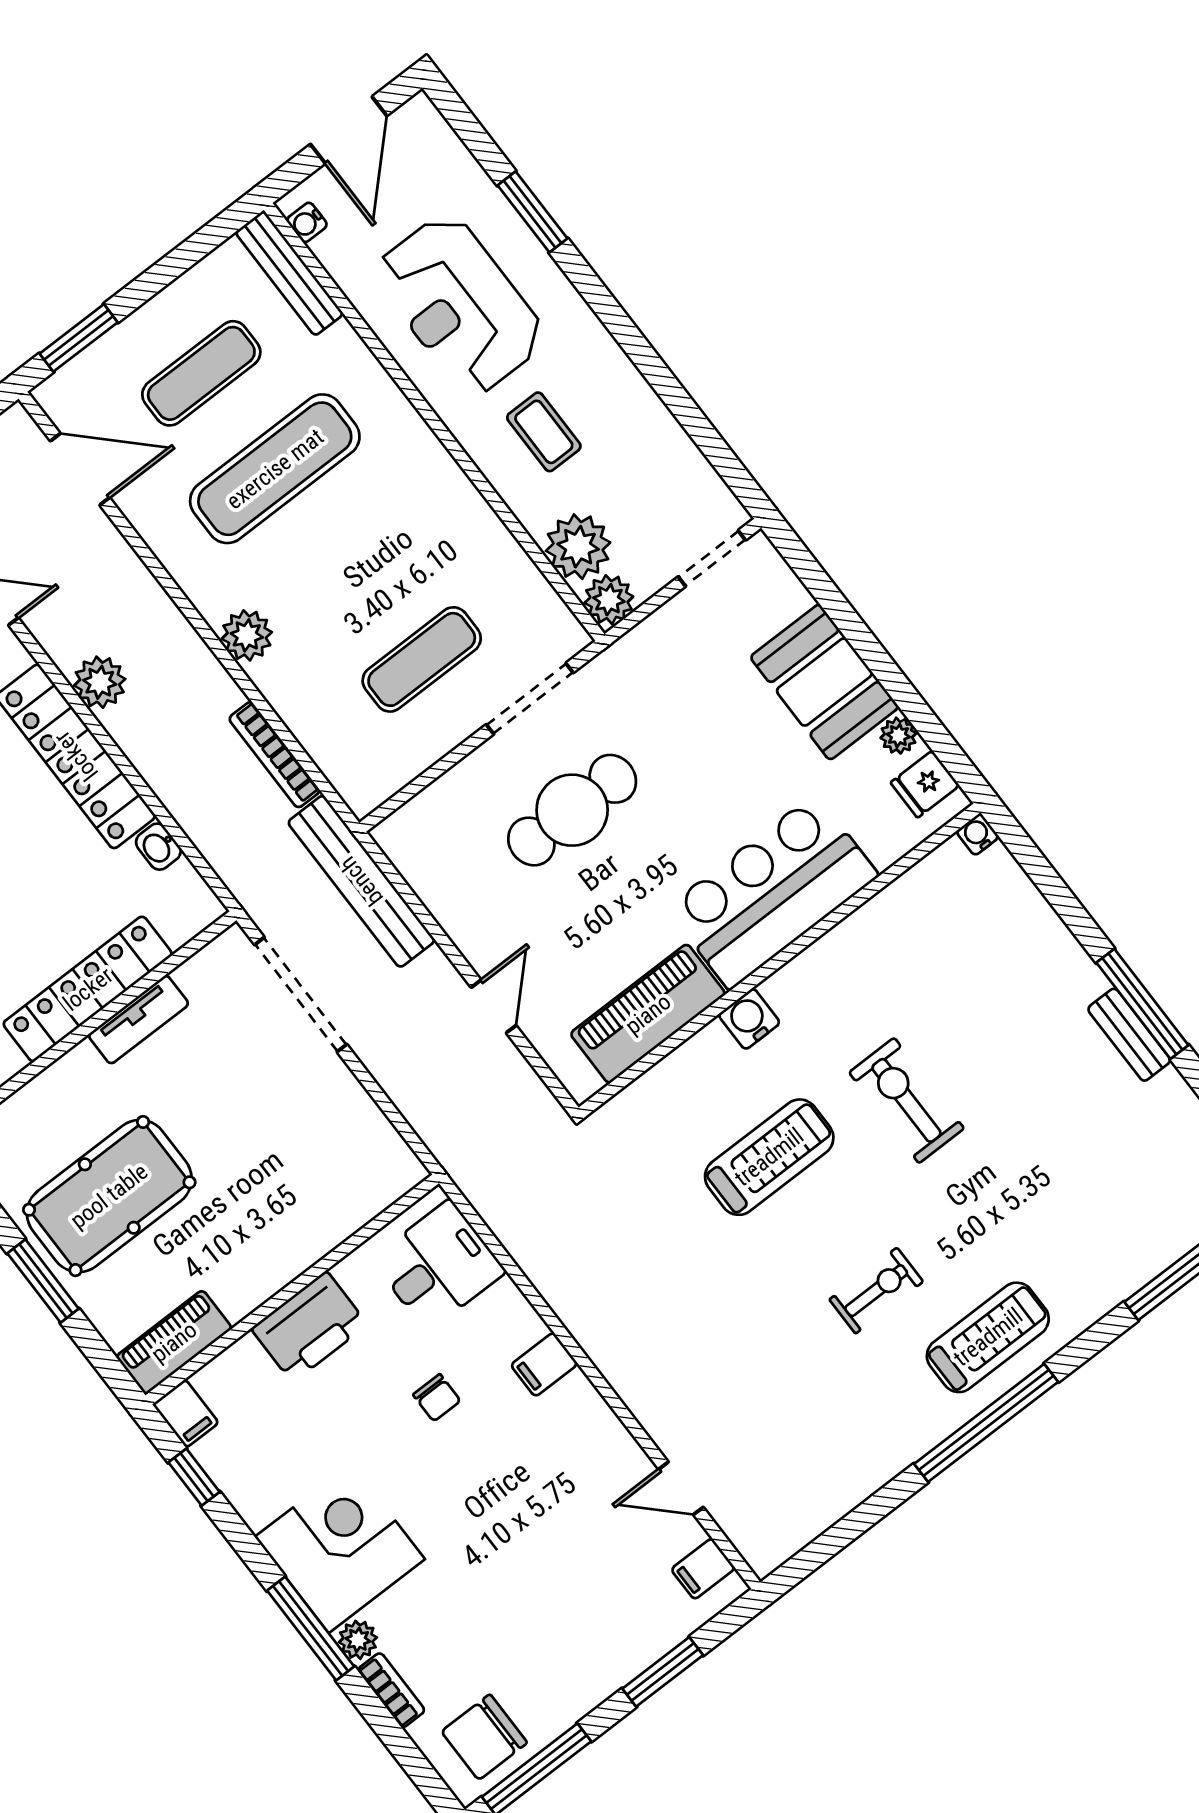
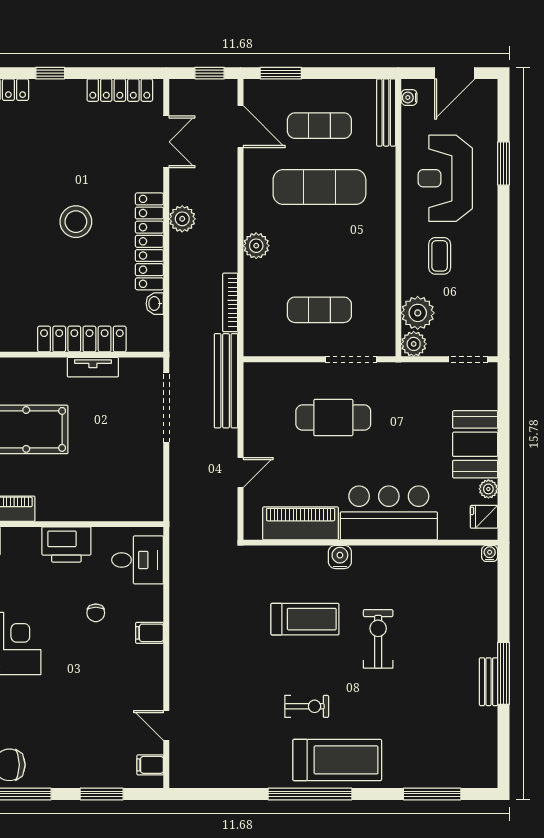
treadmill: (988, 1337) -> (337, 760), width x1.37, depth x1.38

